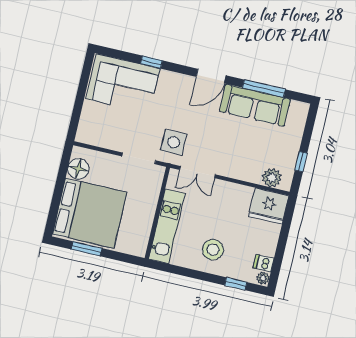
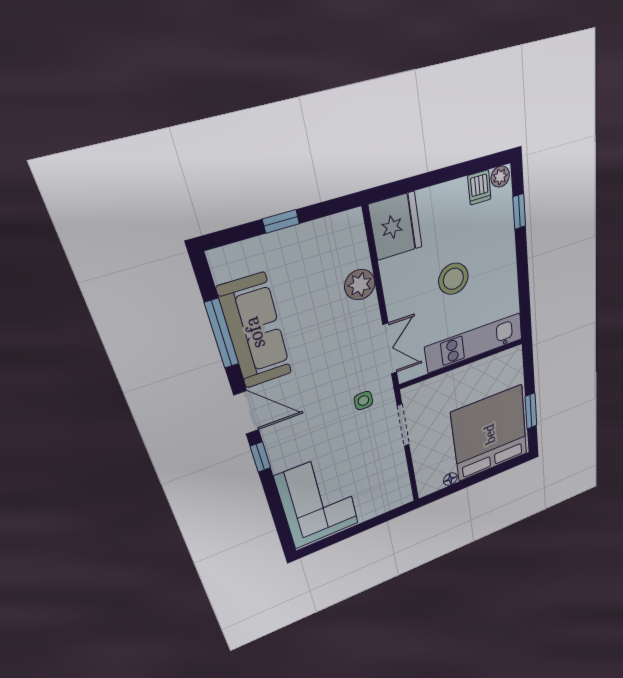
window: (151, 62) -> (260, 457), moved
side table: (174, 142) -> (363, 401), width x0.54, depth x0.54
window: (301, 162) -> (281, 221), moved
floor lamp: (78, 169) -> (450, 479), width x0.53, depth x0.53
plant: (272, 178) -> (360, 285), moved
stool: (213, 250) -> (453, 279), moved

